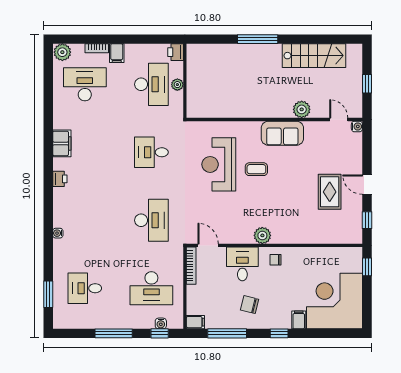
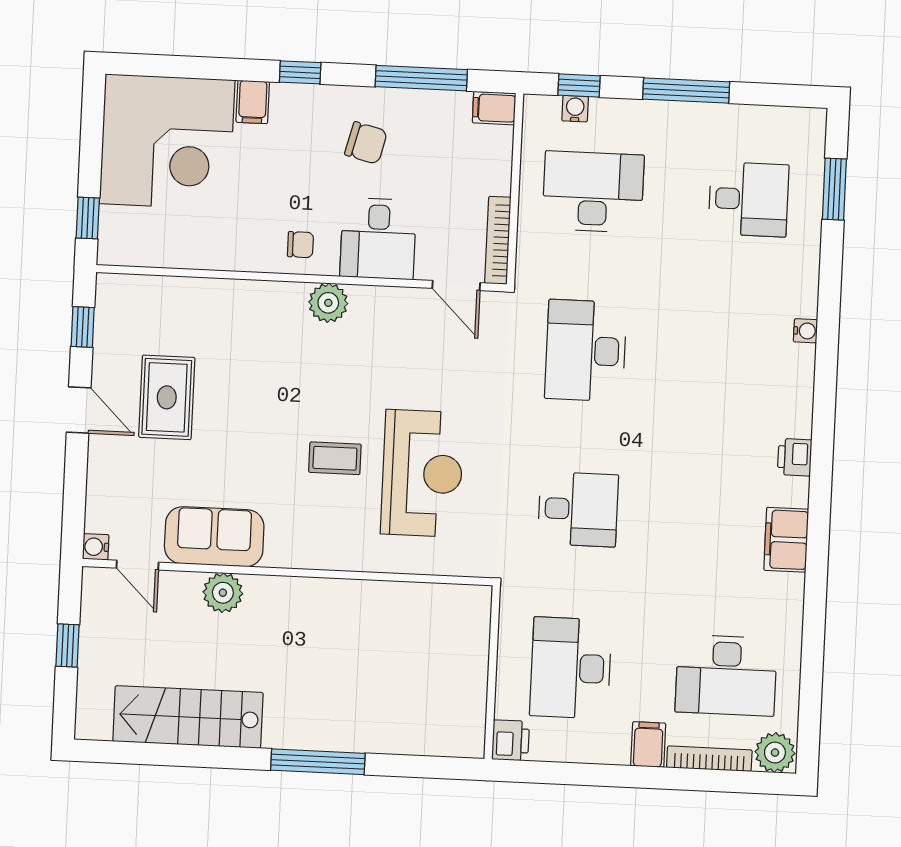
bookcase: (97, 48) -> (709, 759), width x1.56
plant: (177, 85) -> (510, 664), removed
sofa: (282, 133) -> (214, 537), moved

